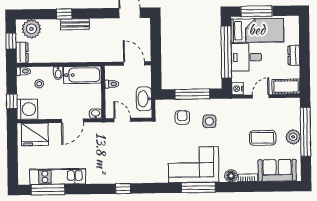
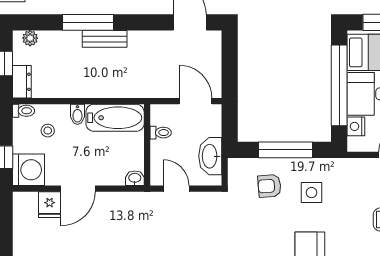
window: (64, 14) -> (88, 22), width x2.17
plant: (31, 29) -> (30, 38), width x0.53, depth x0.53
nightstand: (238, 89) -> (356, 126), moved
armchair: (182, 117) -> (269, 186), turned -94
door: (72, 121) -> (78, 189), moved
fridge: (35, 134) -> (50, 205), width x0.53, depth x0.75

